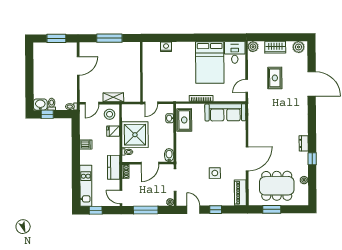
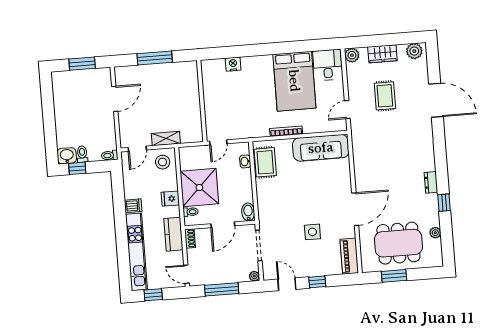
fridge: (113, 131) -> (170, 199), moved
kitchen unit: (86, 186) -> (136, 252), width x1.36

